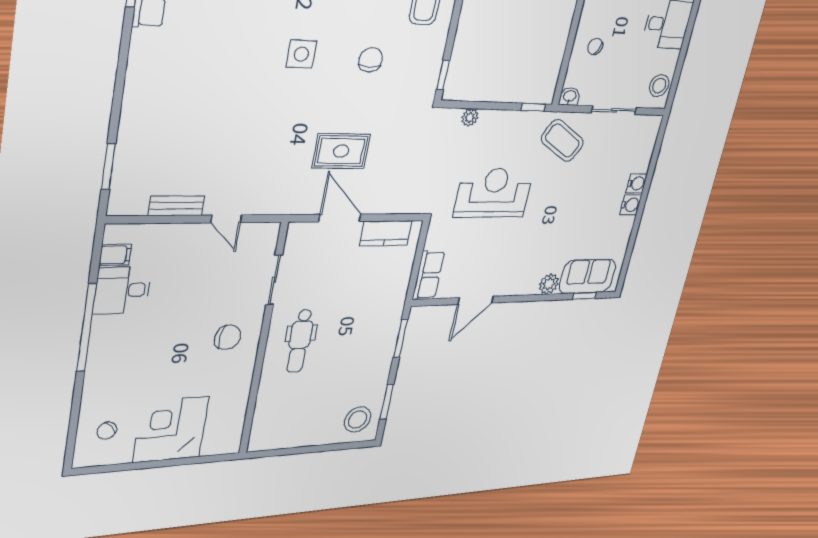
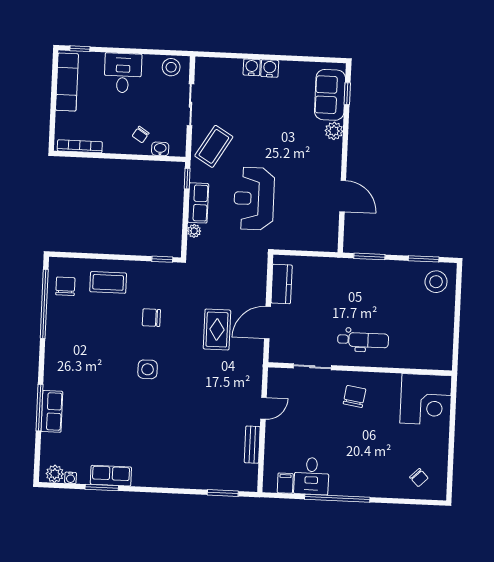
washbasin: (570, 96) -> (160, 149), moved, turned 90
row of seats: (428, 275) -> (198, 203), moved, turned 90
corner desk: (171, 430) -> (426, 399), moved, turned -90

